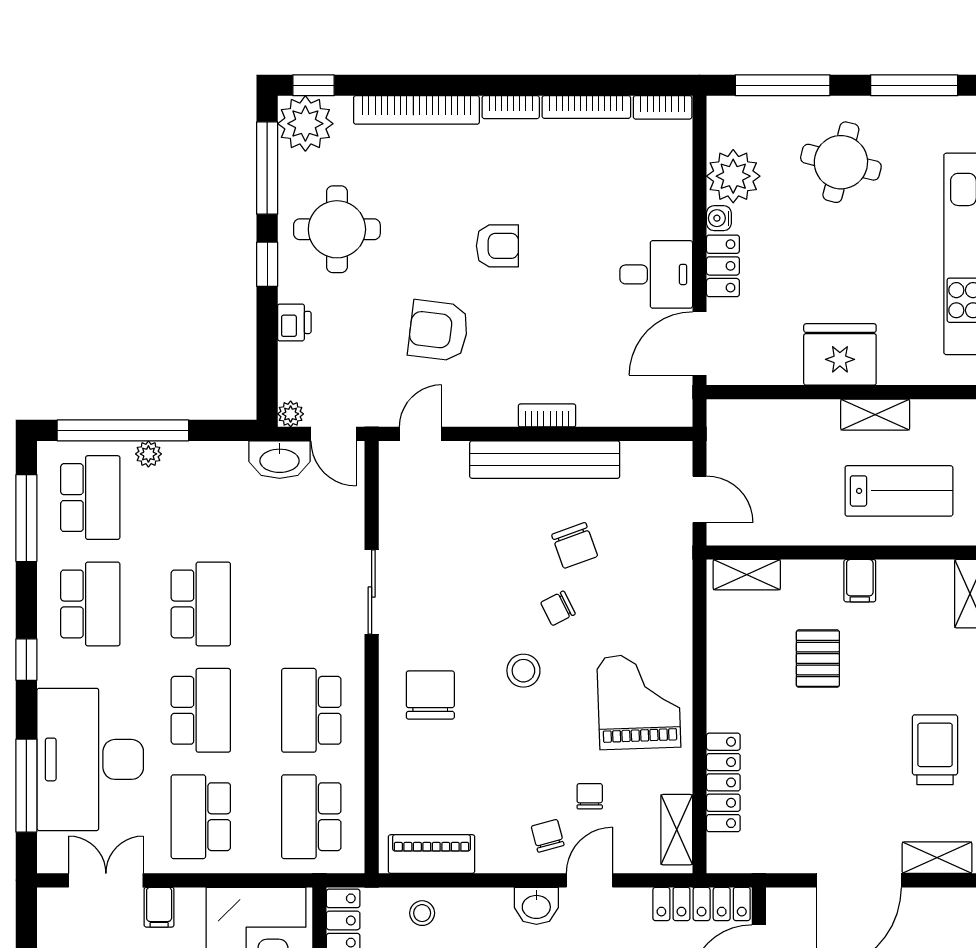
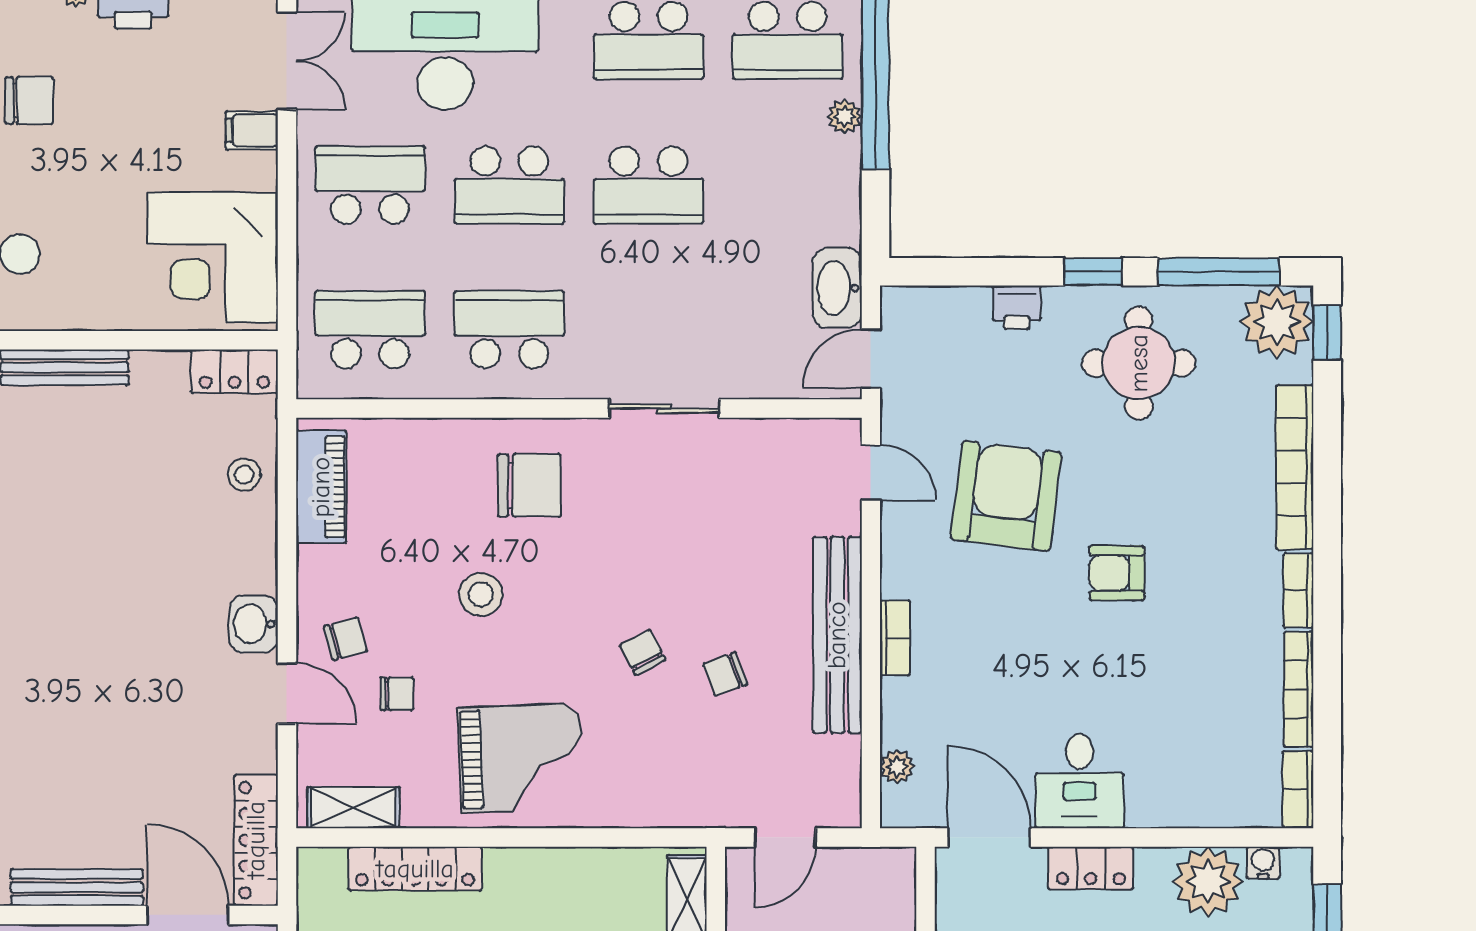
water cooler: (719, 218) -> (1263, 863), moved
armchair: (497, 246) -> (1117, 573), turned 90
armchair: (438, 331) -> (1006, 496), width x1.36, depth x1.36
plant: (291, 414) -> (897, 767), moved
chair: (575, 545) -> (725, 674), width x0.73, depth x0.73
stool: (523, 671) -> (481, 594), moved

